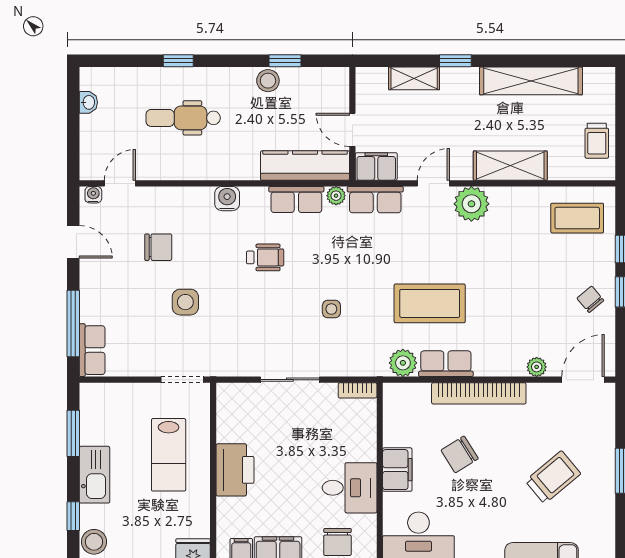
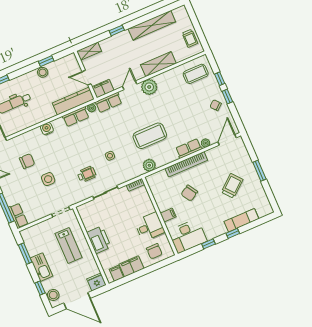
shelving: (414, 78) -> (89, 51), moved
wheelchair: (265, 257) -> (87, 174), moved
row of seats: (446, 364) -> (189, 149), moved
filing cabinet: (397, 470) -> (168, 215), width x0.50

